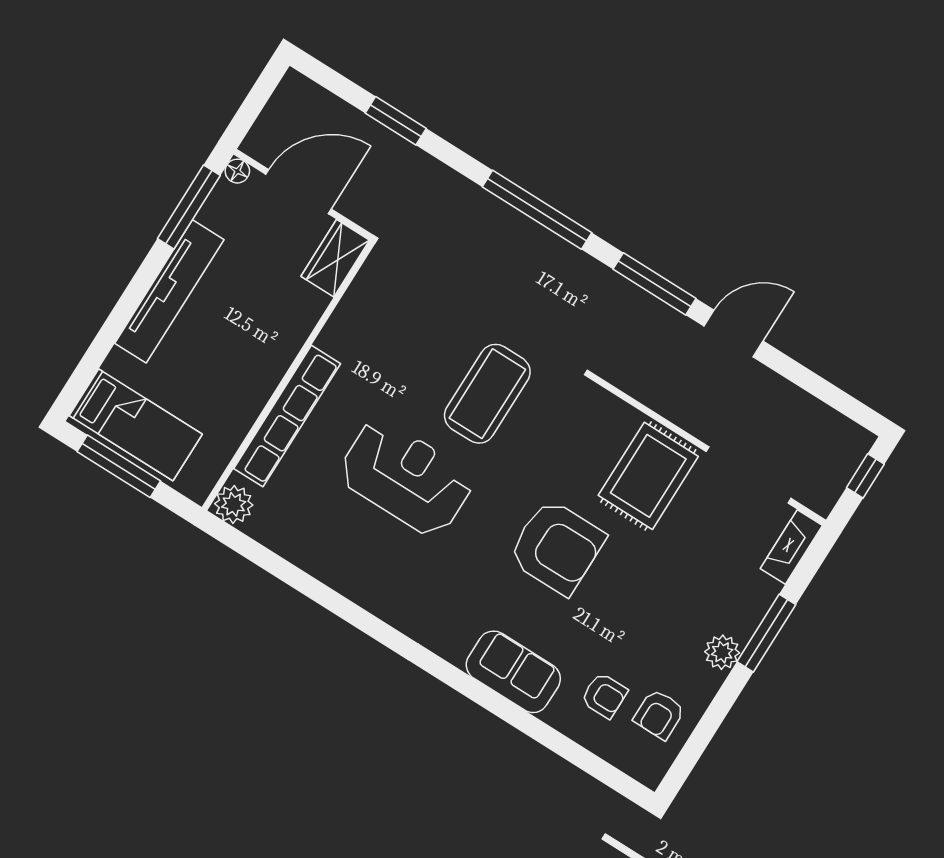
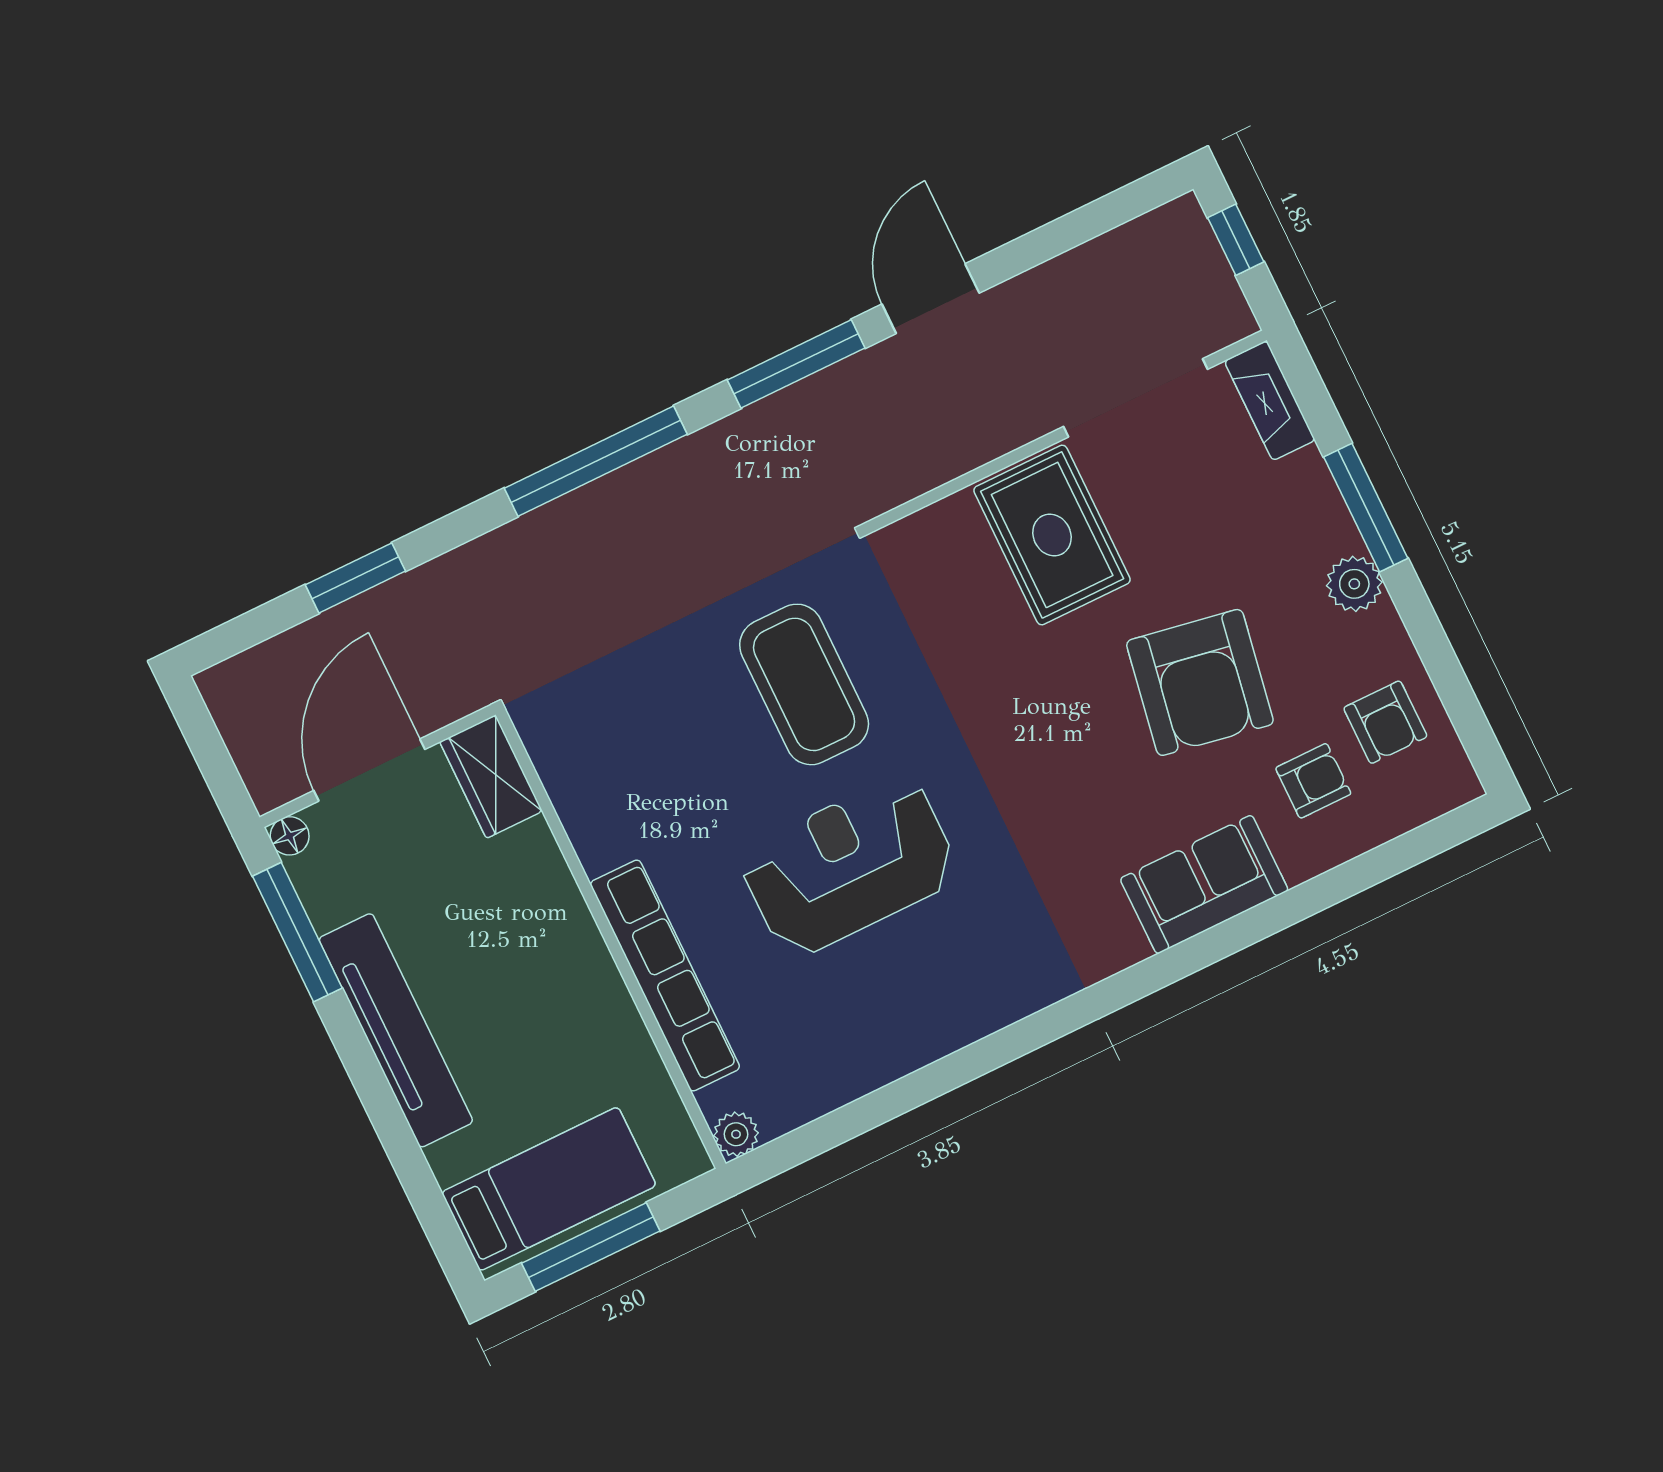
plant: (234, 504) -> (736, 1134), width x0.73, depth x0.73
armchair: (557, 547) -> (1200, 682), moved, turned 100

